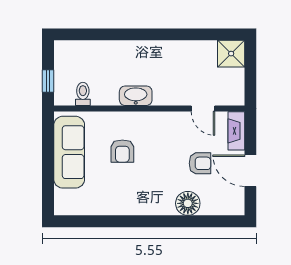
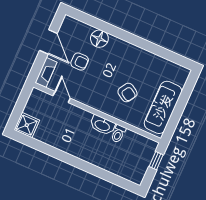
toilet: (83, 94) -> (118, 134), moved
armchair: (122, 151) -> (127, 93), turned 122
armchair: (200, 163) -> (80, 62), turned 180

